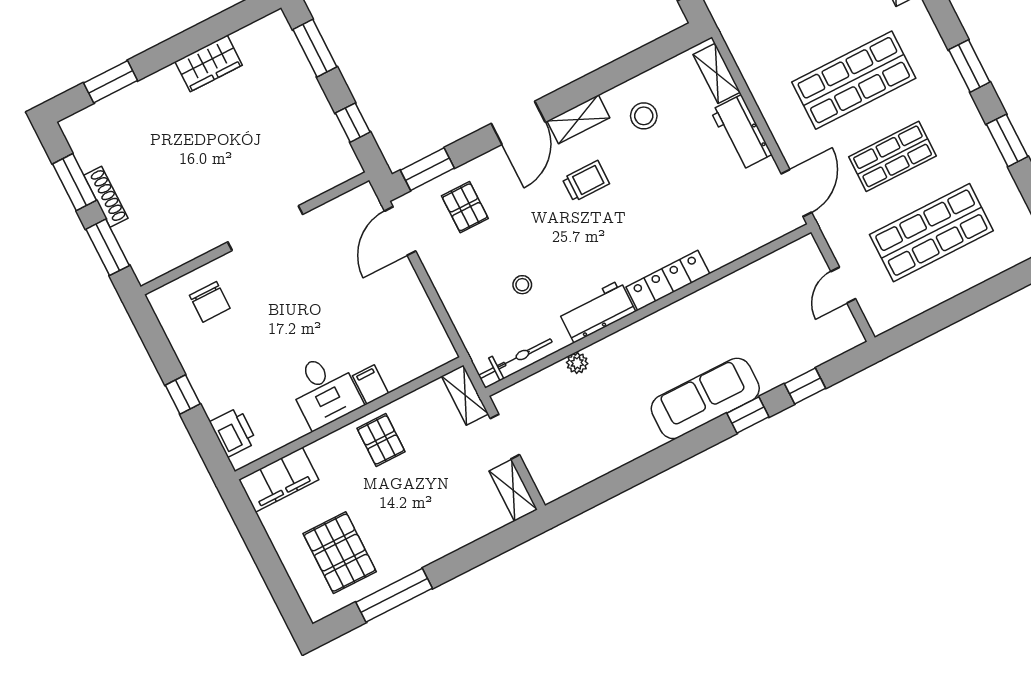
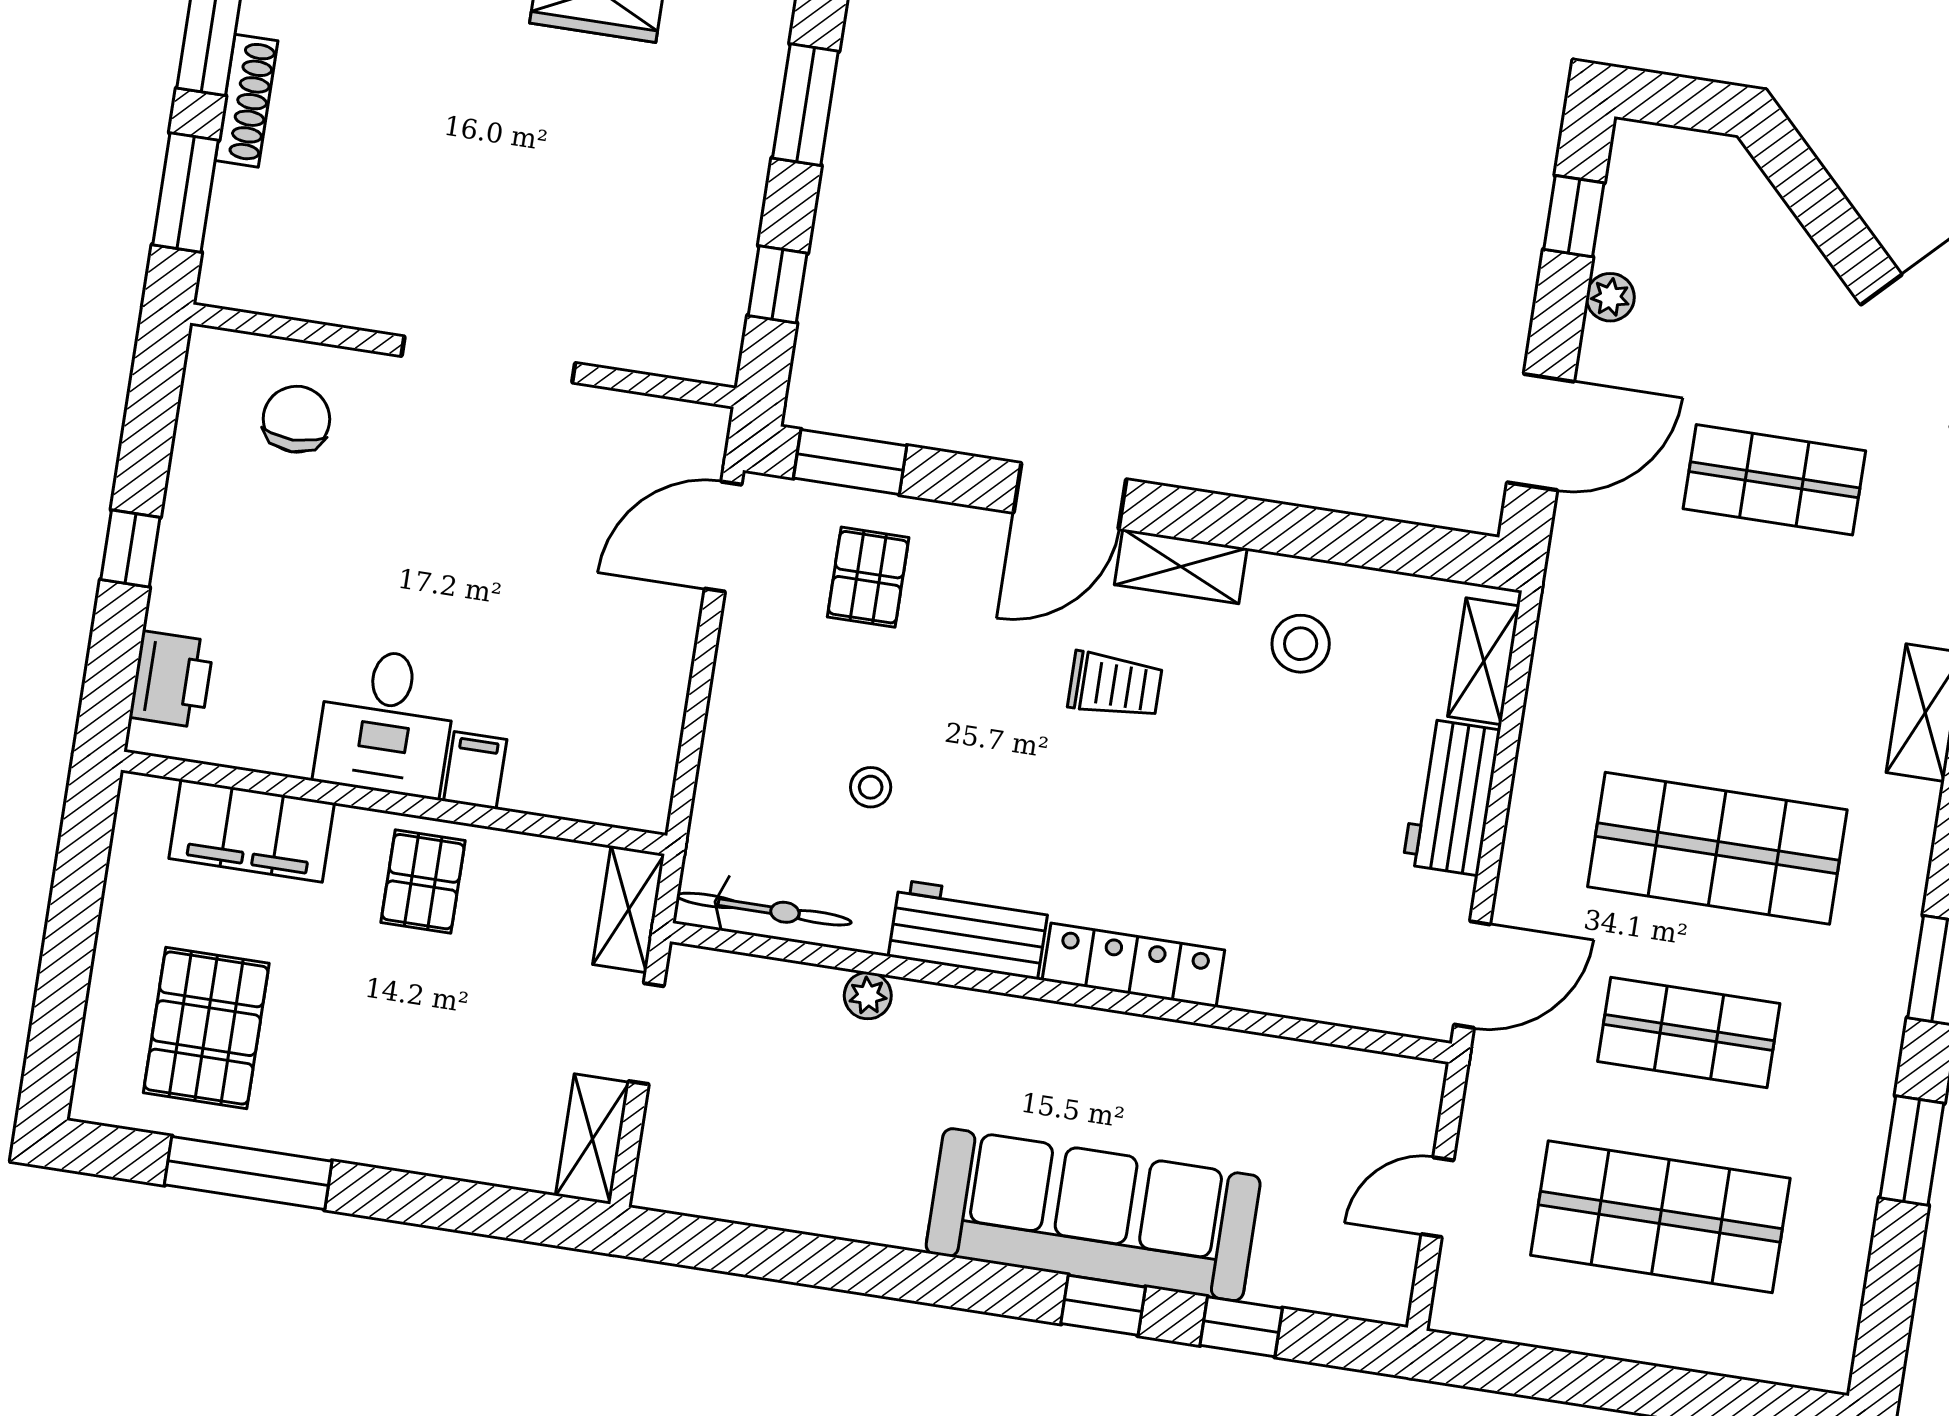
chair: (210, 302) -> (296, 419), turned 180
sofa: (705, 398) -> (1093, 1215), width x1.36, depth x1.27
filing cabinet: (279, 480) -> (252, 831), moved

